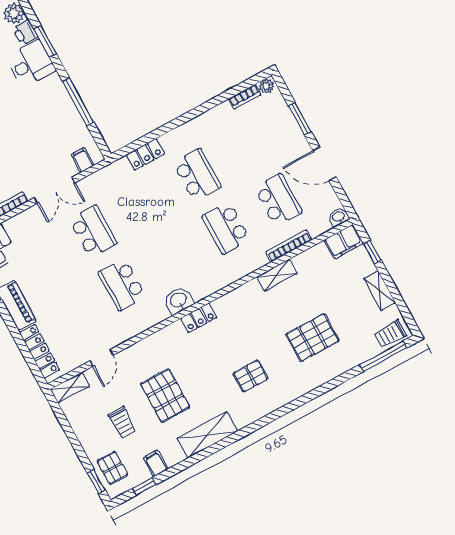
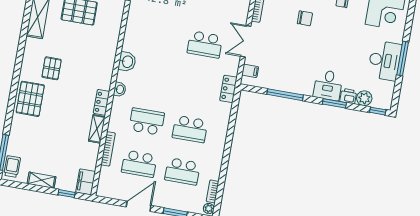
locker: (145, 154) -> (228, 89), moved
washbasin: (338, 217) -> (120, 89), moved
school desk: (122, 285) -> (182, 171), moved, turned 180
locker: (199, 318) -> (101, 102), moved
pallet: (312, 338) -> (30, 99), moved

